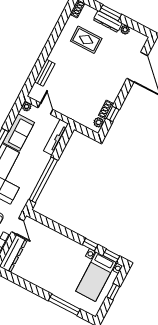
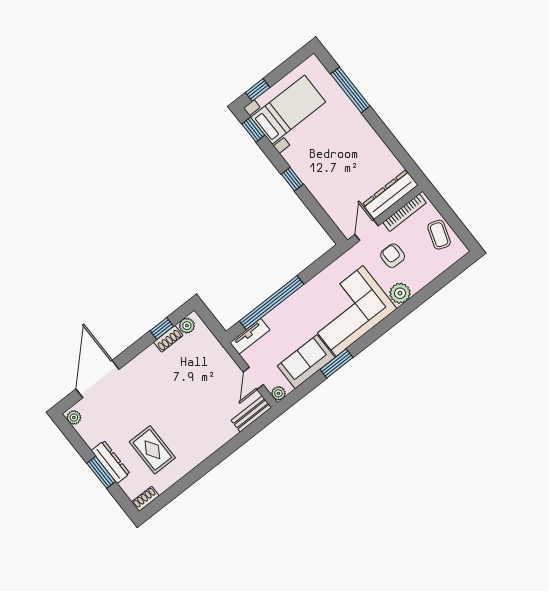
plant: (125, 30) -> (74, 417), moved
bench: (45, 73) -> (251, 414), moved
tv unit: (56, 137) -> (250, 336), width x0.71
window: (43, 180) -> (272, 303), moved
window: (90, 245) -> (292, 179), moved
window: (113, 292) -> (258, 90), moved

